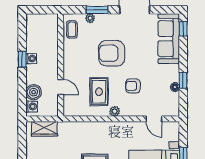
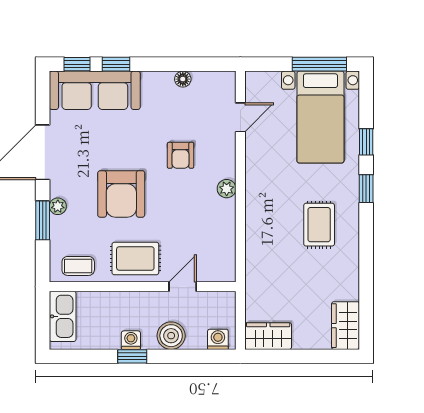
plant: (90, 18) -> (58, 206), moved
kitchen sink: (44, 21) -> (63, 316), added
window: (183, 80) -> (116, 64), moved
boiler: (34, 92) -> (171, 336), moved
rug: (99, 92) -> (135, 258), moved
wardrobe: (44, 129) -> (268, 336), moved, turned -90

